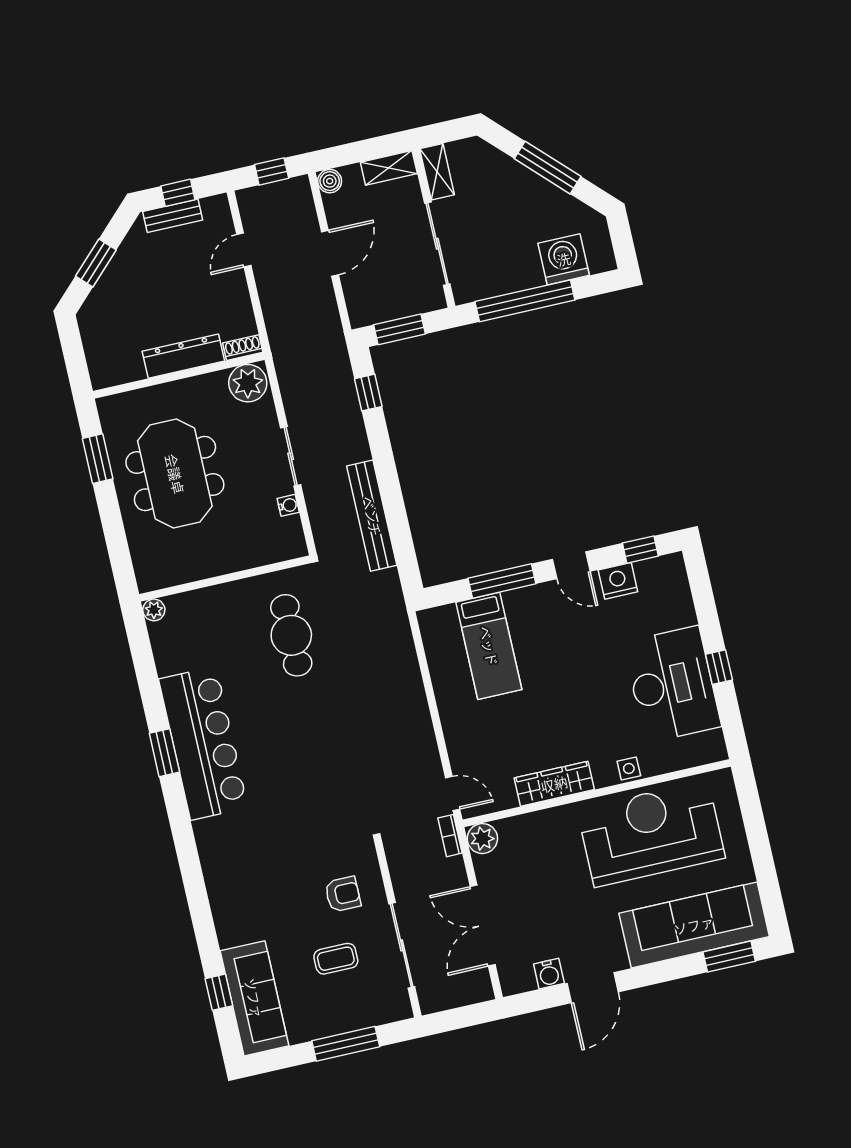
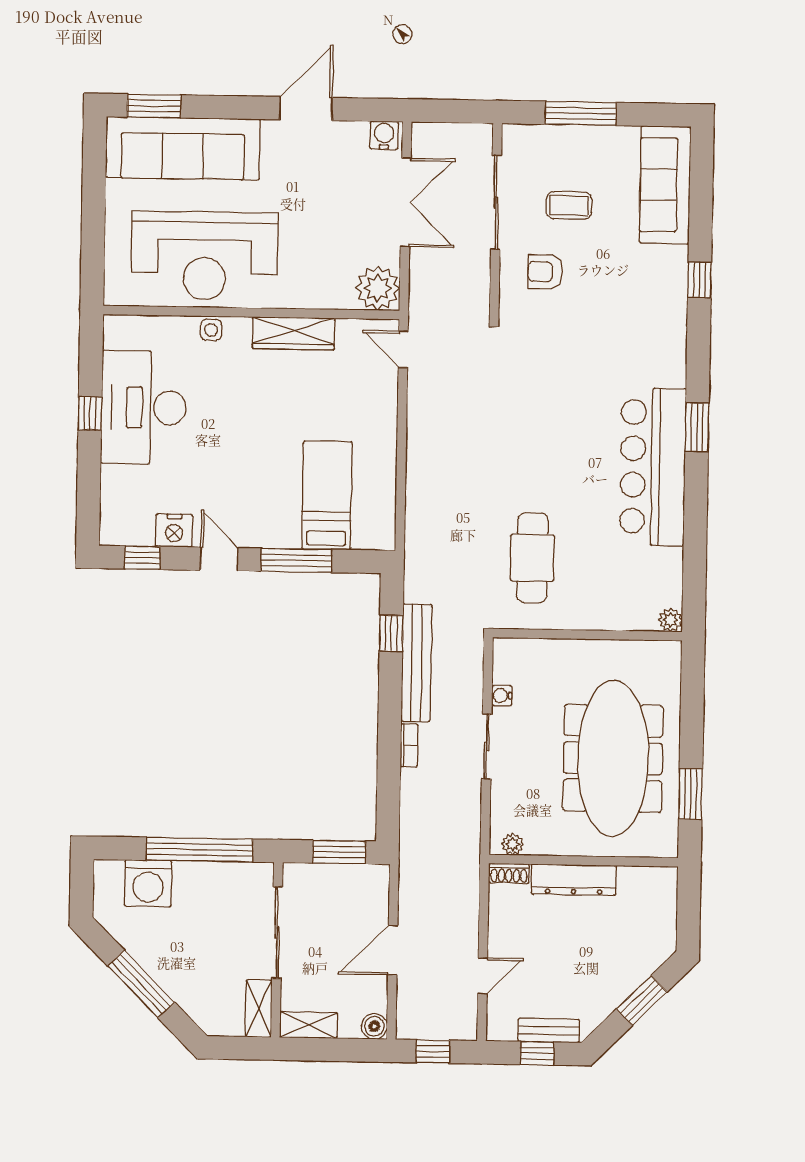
plant: (248, 383) -> (513, 844), width x0.53, depth x0.53
window: (368, 393) -> (391, 633), moved
meeting table: (175, 474) -> (613, 758), width x1.36
window: (164, 753) -> (697, 427), moved
bookcase: (450, 836) -> (409, 745), moved
plant: (482, 839) -> (378, 288), width x1.36, depth x1.36
water cooler: (549, 974) -> (384, 135), moved
window: (219, 992) -> (700, 280), moved

